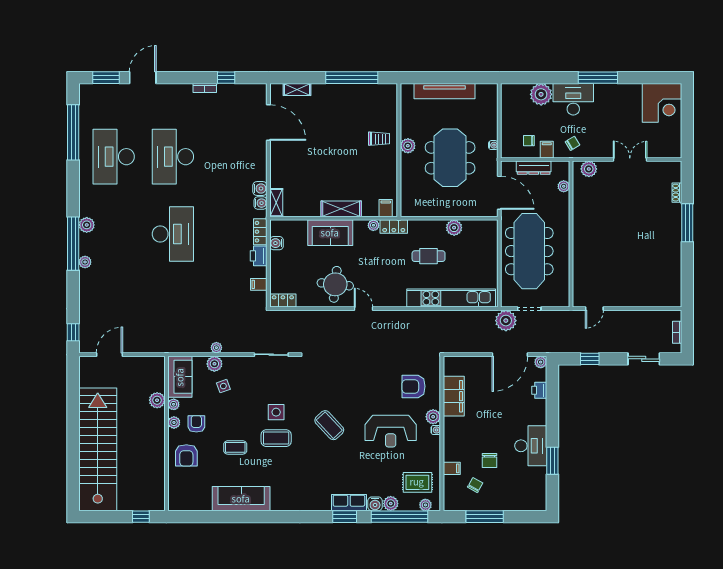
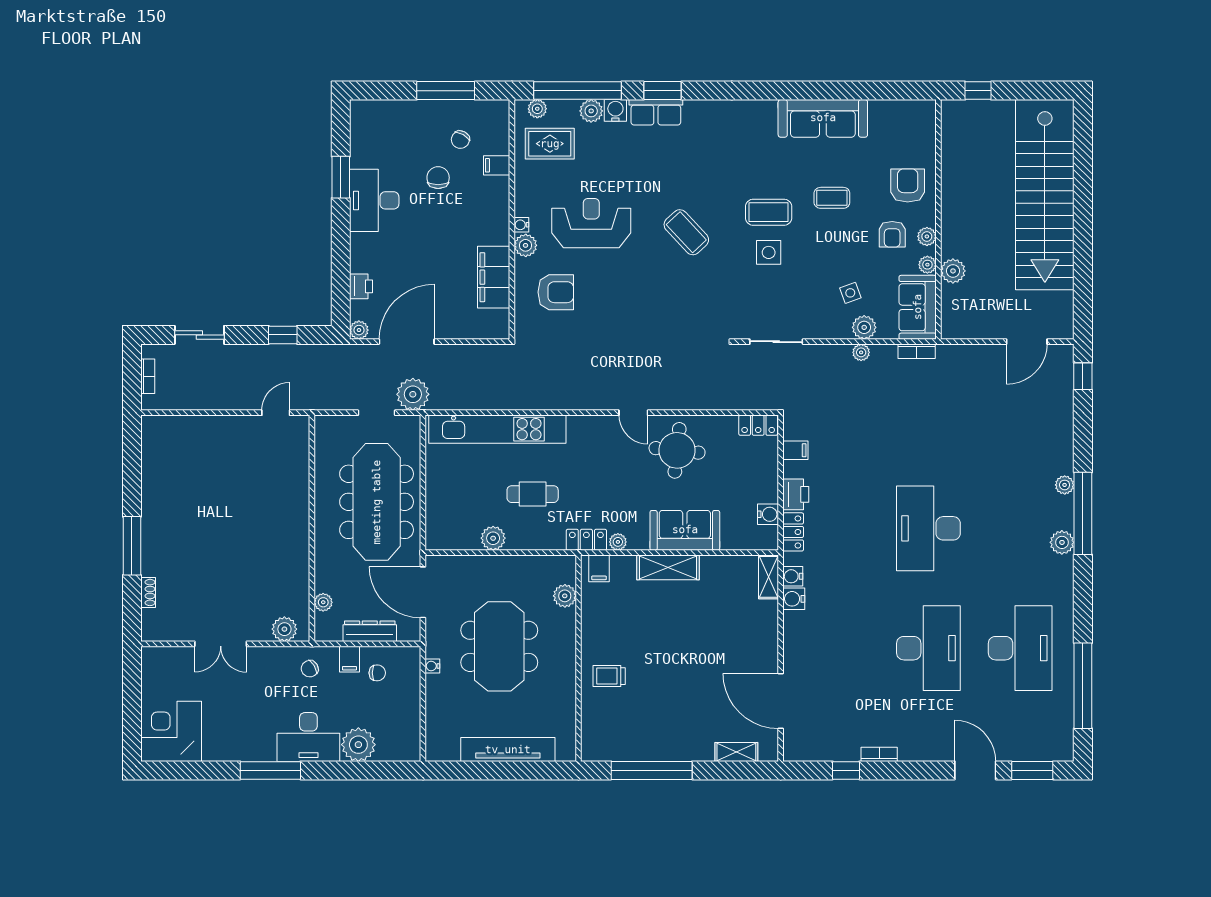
door: (143, 78) -> (975, 770), swing flipped
plant: (408, 146) -> (565, 596), moved
bookcase: (180, 348) -> (917, 351), added

